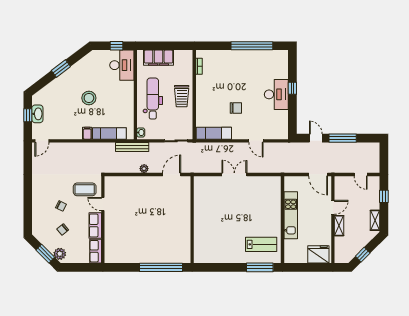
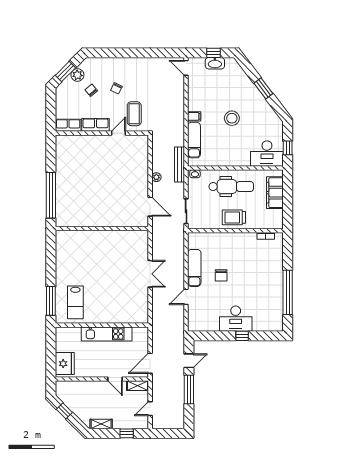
exam couch: (214, 133) -> (194, 268), moved
shelving: (339, 226) -> (138, 386), moved
plant: (60, 254) -> (77, 75), moved

